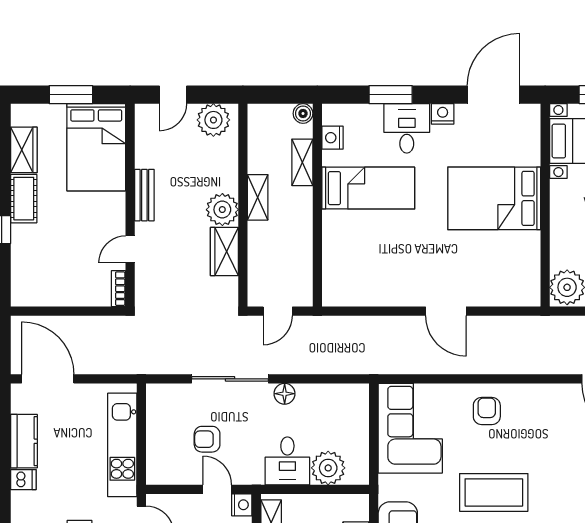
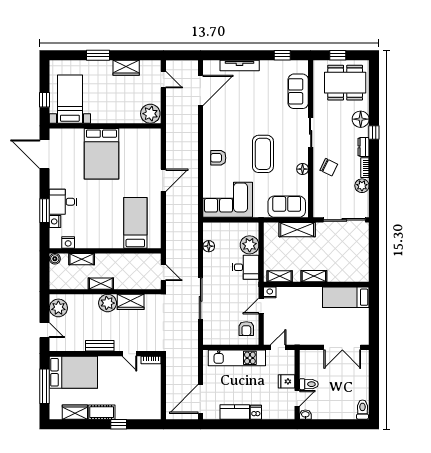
window: (71, 95) -> (44, 386), width x1.44
nightstand: (443, 114) -> (55, 221), moved
bed: (368, 188) -> (135, 223), moved
floor lamp: (285, 394) -> (209, 246), moved
armchair: (207, 439) -> (246, 329), moved

